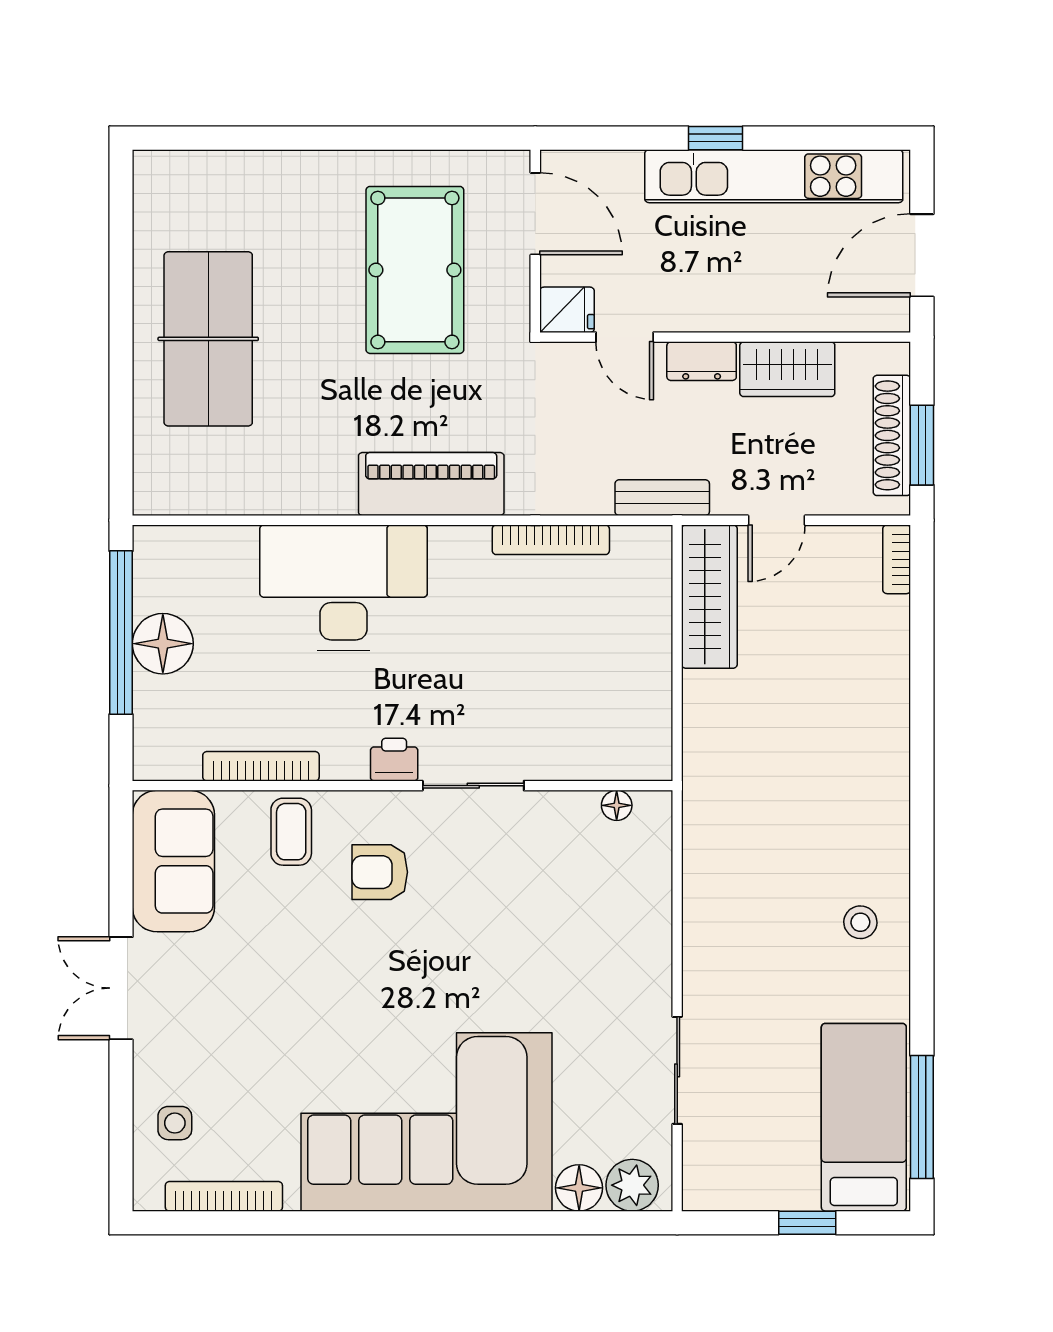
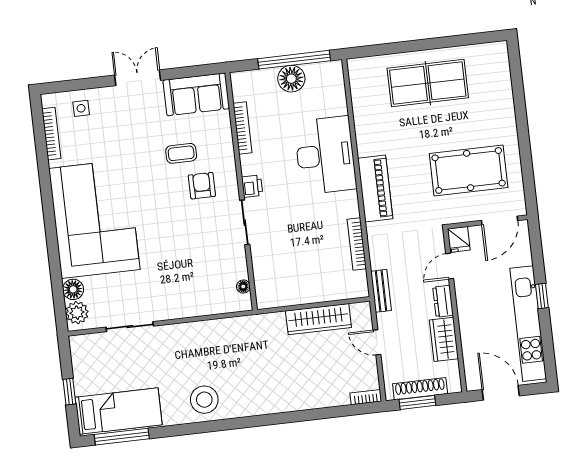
wardrobe: (709, 597) -> (318, 319), moved
coffee table: (291, 832) -> (181, 153), moved
stool: (860, 922) -> (204, 400), width x1.89, depth x1.89

